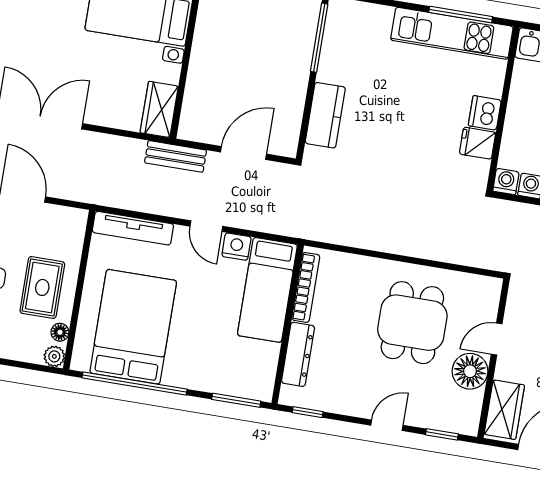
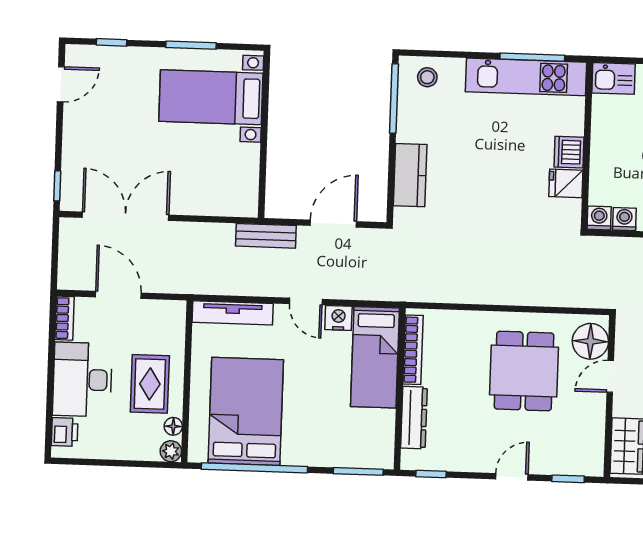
stool: (355, 21) -> (427, 77), added
wardrobe: (159, 109) -> (244, 191), removed
floor lamp: (470, 371) -> (590, 341), moved

